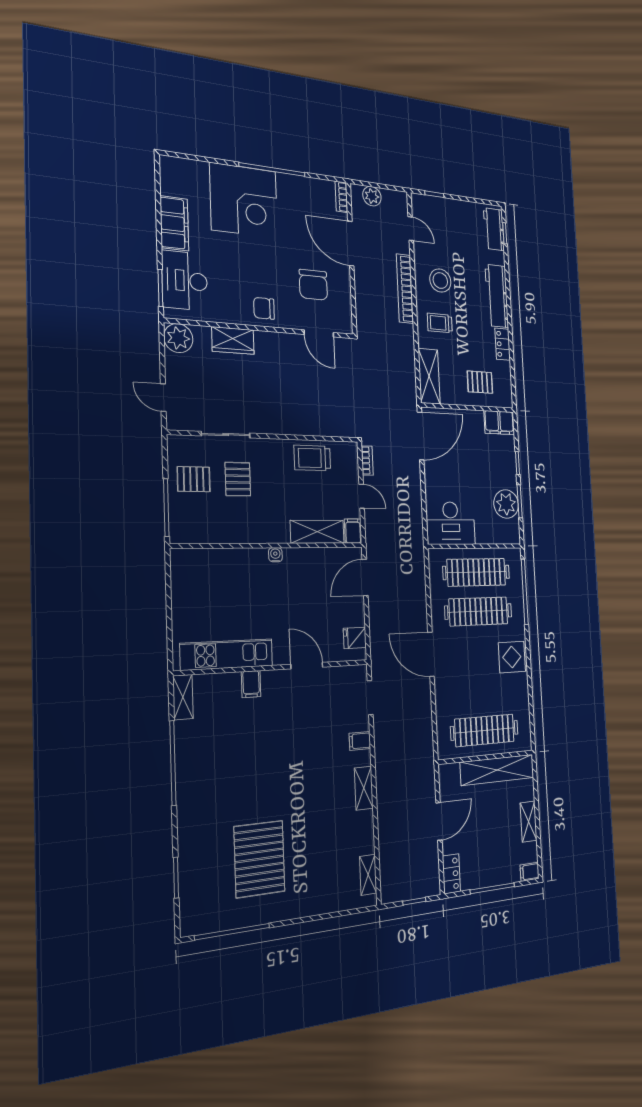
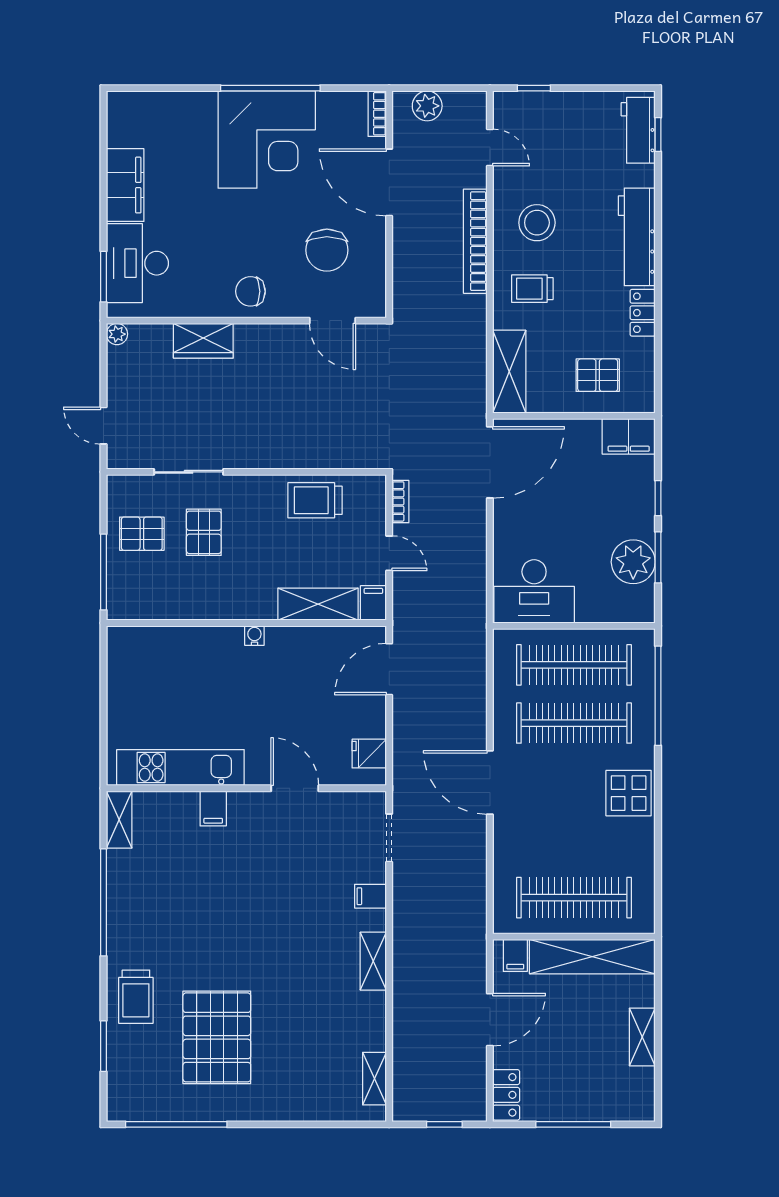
corner desk: (244, 200) -> (267, 140), moved
plant: (178, 338) -> (117, 334), width x0.53, depth x0.53
trolley: (199, 835) -> (136, 997), added
filing cabinet: (530, 872) -> (515, 955), moved, turned -90

